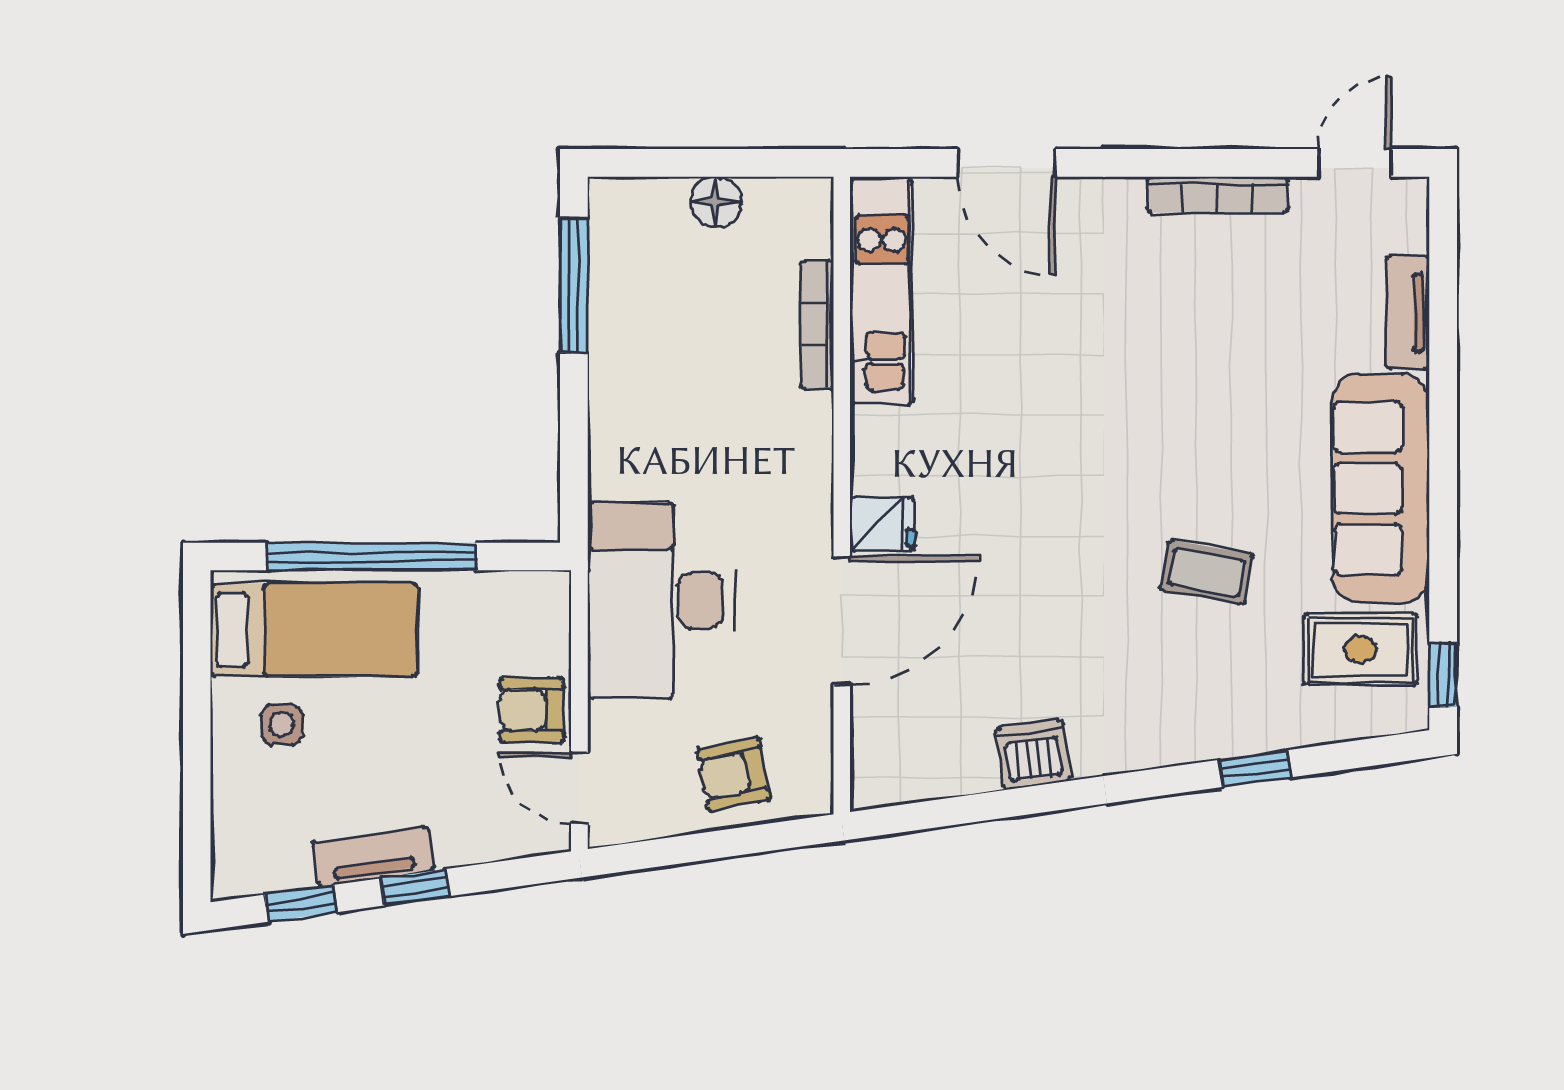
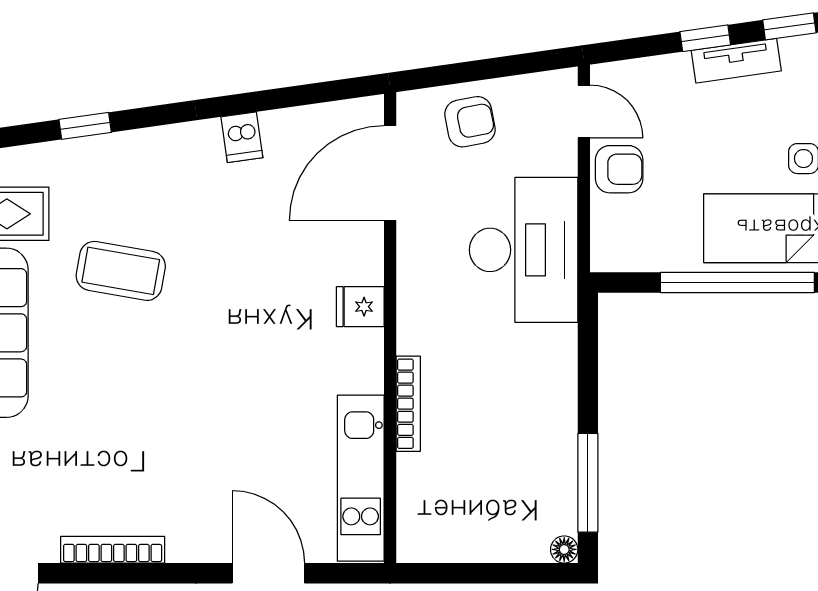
floor lamp: (716, 202) -> (564, 549), moved, width x0.73, depth x0.73
bookcase: (817, 325) -> (408, 404), moved
coffee table: (1207, 572) -> (121, 271), width x1.36, depth x1.30
door: (842, 621) -> (390, 173), moved
dishwasher: (1033, 754) -> (242, 137), width x0.73

